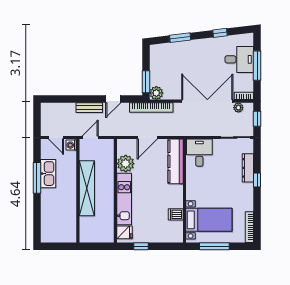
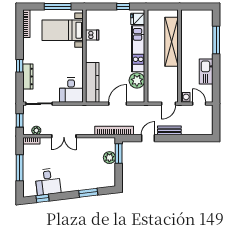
window: (220, 33) -> (43, 198), moved
desk: (239, 59) -> (48, 182), moved, turned -97
plant: (156, 93) -> (109, 158), moved
double door: (207, 101) -> (64, 136), width x0.54
window: (37, 178) -> (216, 40), moved
shelving: (87, 188) -> (172, 42), moved

